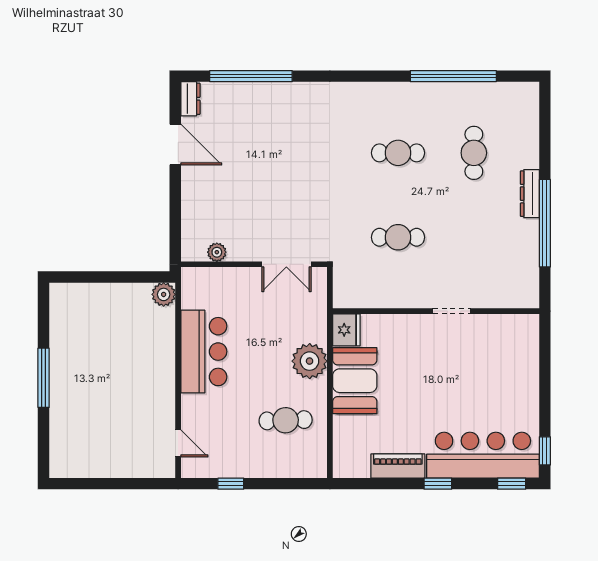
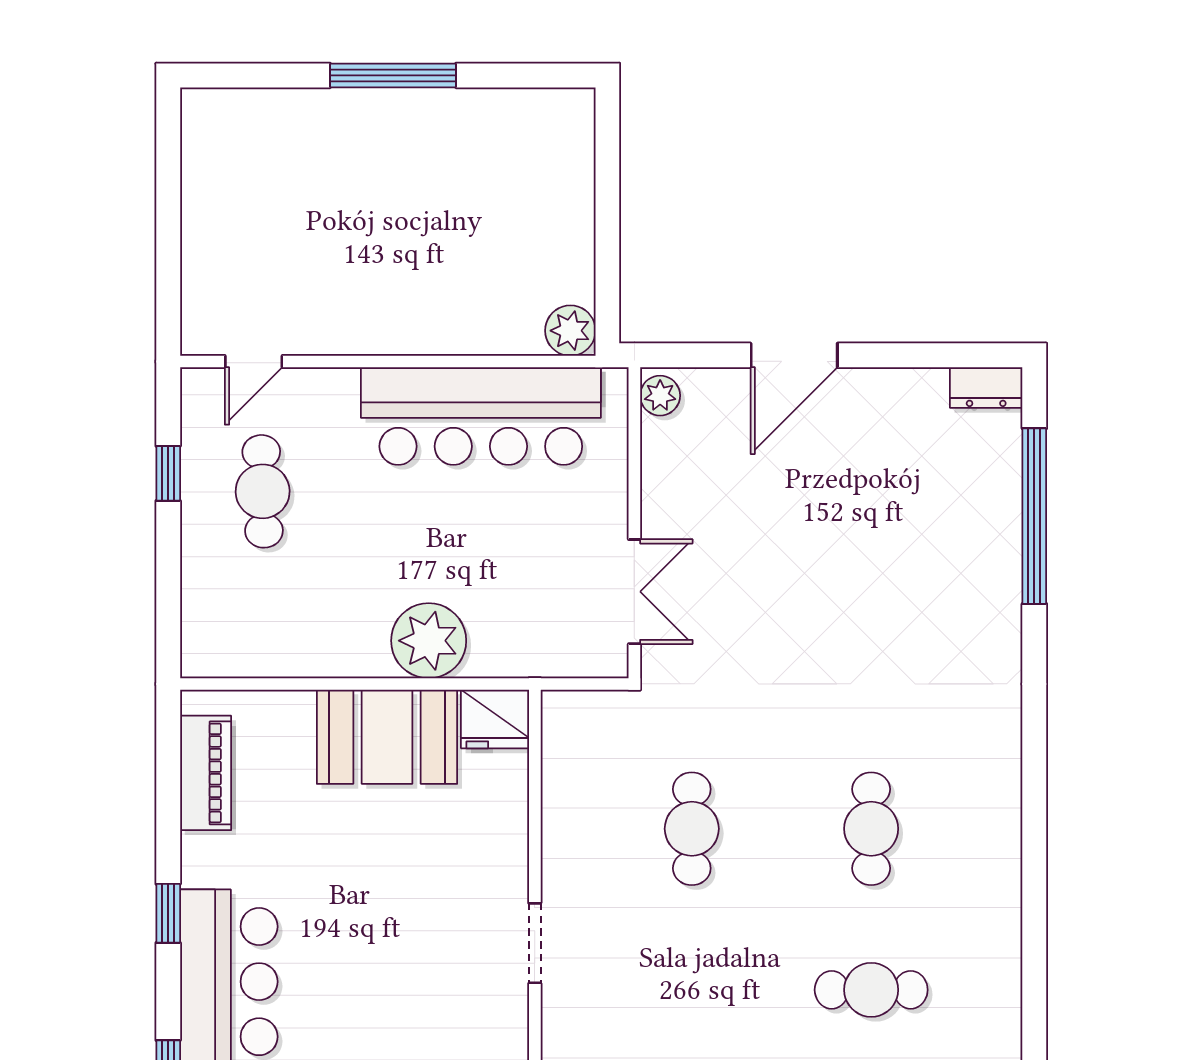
window: (453, 76) -> (1034, 946), removed
door: (175, 145) -> (794, 355), moved
plant: (217, 252) -> (660, 396), moved
double door: (286, 264) -> (634, 592), swing flipped
bar counter: (204, 352) -> (481, 416), width x1.36
cafe table: (286, 420) -> (263, 491), moved
piano: (398, 466) -> (206, 773), moved

